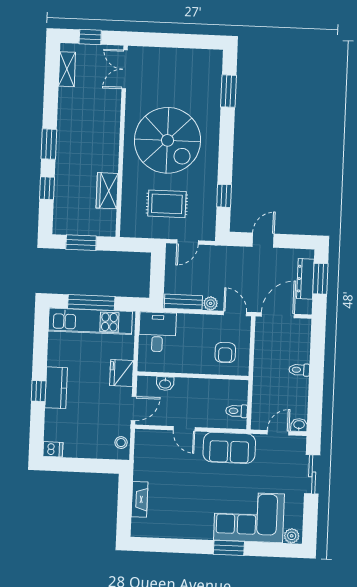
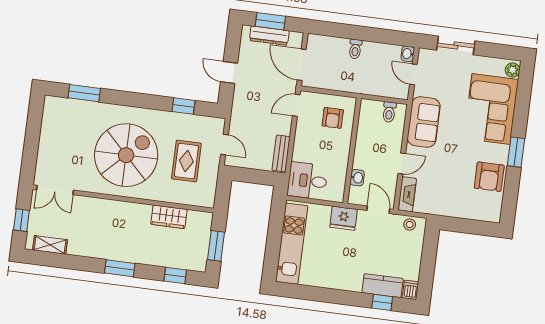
window: (47, 188) -> (175, 275), moved
window: (91, 302) -> (274, 241), removed
plant: (211, 303) -> (285, 128), removed
armchair: (225, 353) -> (333, 118), turned 90
kitchen counter: (56, 388) -> (383, 286), moved
window: (39, 391) -> (382, 302), moved
fireplace: (140, 499) -> (407, 194), moved, turned 90
armchair: (178, 521) -> (489, 177), added
window: (229, 548) -> (516, 152), moved

